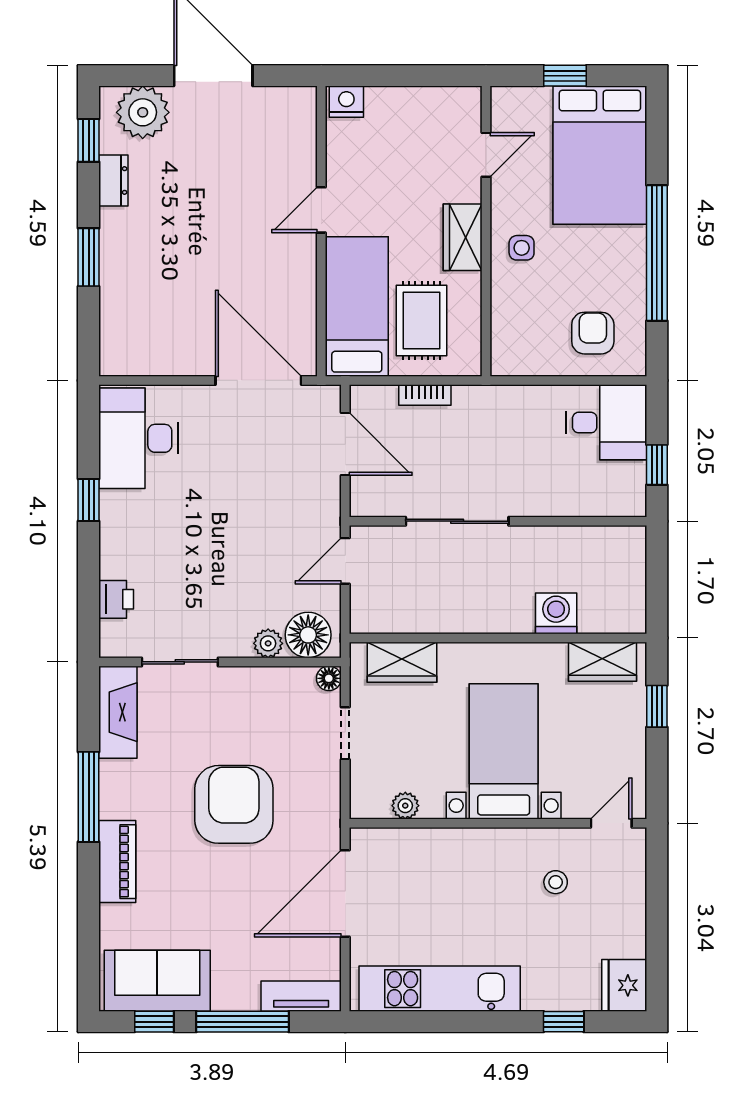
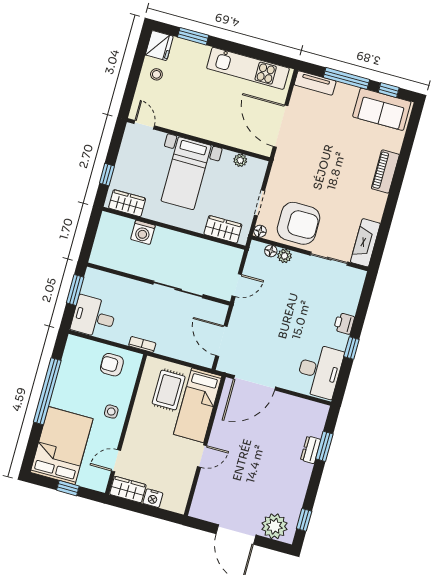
nightstand: (346, 102) -> (153, 498), moved
dresser: (113, 180) -> (311, 450), moved
wardrobe: (463, 237) -> (128, 489), moved, turned -90
window: (89, 257) -> (324, 446), moved
armchair: (593, 333) -> (112, 365), moved, turned 90
door: (258, 380) -> (255, 383), hinge flipped
bookcase: (425, 395) -> (142, 344), moved
window: (657, 465) -> (75, 290), width x1.50
printer: (116, 599) -> (344, 323), moved
floor lamp: (308, 635) -> (271, 251), width x0.53, depth x0.53
window: (89, 797) -> (391, 206), removed
armchair: (234, 804) -> (298, 223), moved, turned -90
door: (611, 823) -> (144, 125), swing flipped
stool: (556, 882) -> (156, 74), moved
door: (345, 894) -> (281, 126), swing flipped
window: (564, 1022) -> (193, 36), width x1.50

